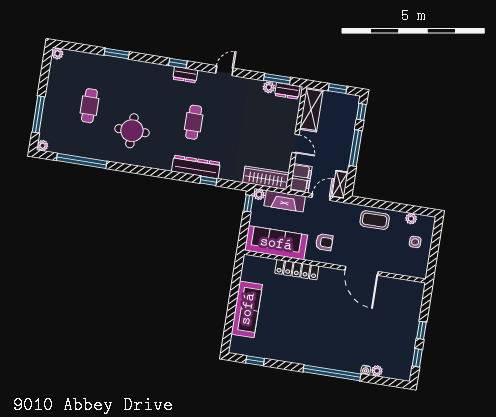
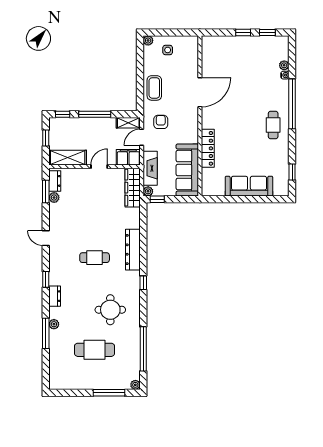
plant: (57, 54) -> (54, 324), moved
window: (117, 54) -> (46, 333), width x1.44
dresser: (185, 75) -> (55, 296), moved
cafe table: (89, 106) -> (95, 350), width x1.37, depth x1.35
window: (208, 181) -> (143, 283), moved
door: (321, 197) -> (142, 137), hinge flipped
plant: (411, 219) -> (148, 40), moved
armchair: (324, 242) -> (161, 122), moved
cafe table: (312, 348) -> (273, 125), added

